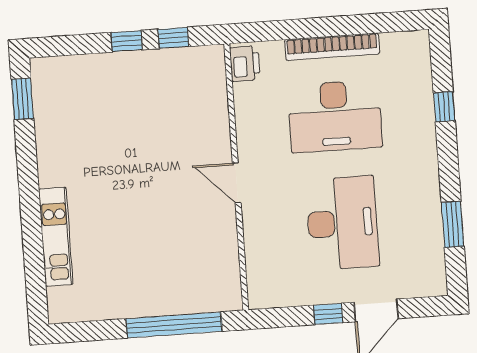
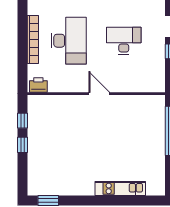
door: (237, 183) -> (99, 94), swing flipped
desk: (342, 223) -> (124, 41), width x0.73, depth x0.77

